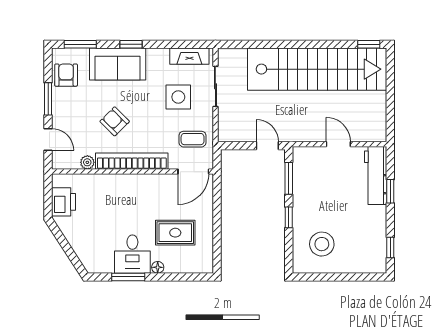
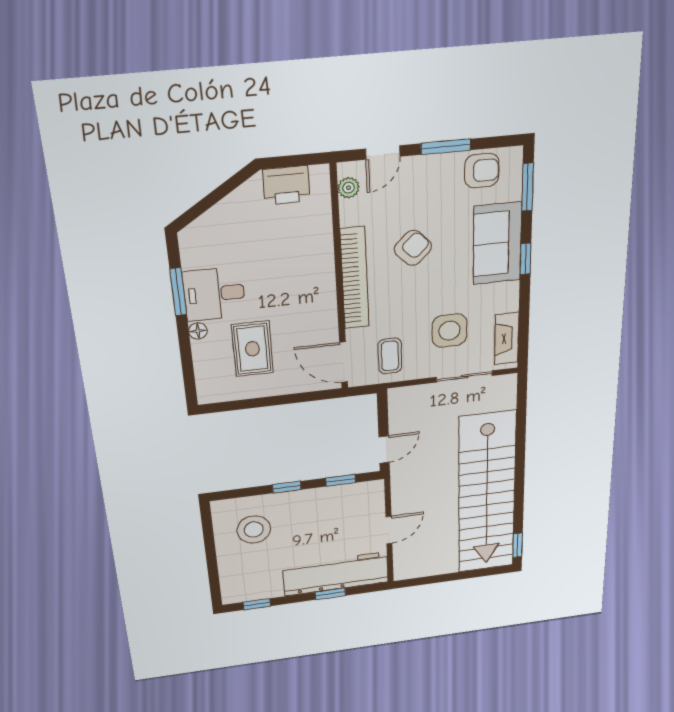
plant: (87, 162) -> (349, 188), moved
workbench: (376, 175) -> (336, 574), width x1.36, depth x1.32
window: (289, 178) -> (341, 480), width x0.67

